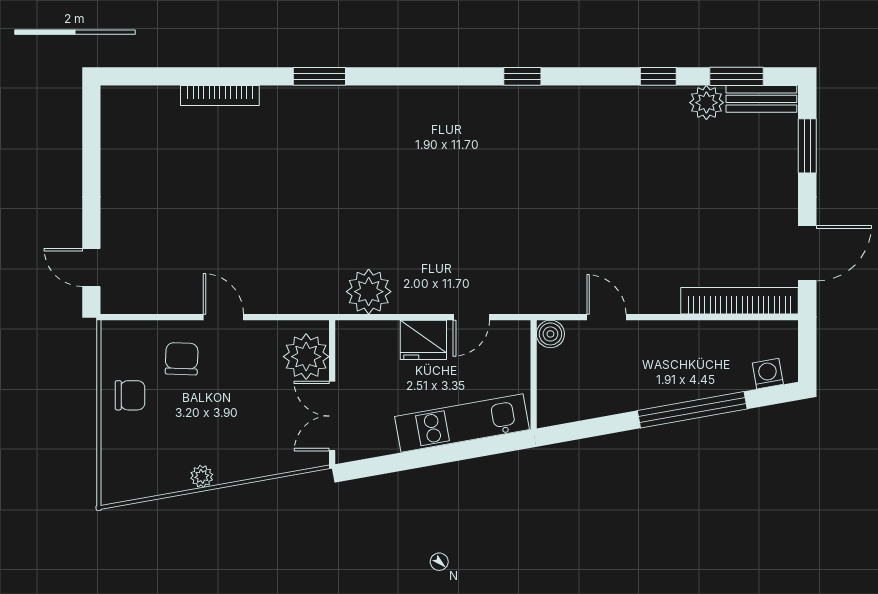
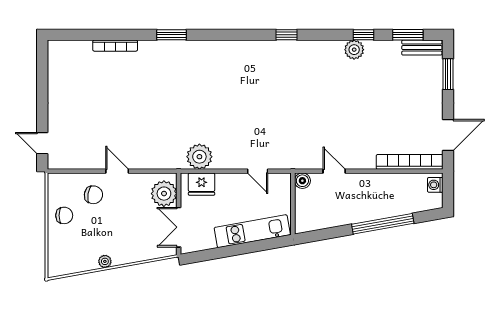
plant: (706, 103) -> (354, 50), moved
door: (471, 317) -> (258, 171), hinge flipped
fridge: (423, 340) -> (202, 184), moved
chair: (182, 359) -> (93, 195), turned 98
washing machine: (768, 374) -> (435, 185), moved, turned -80

